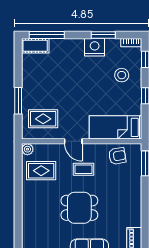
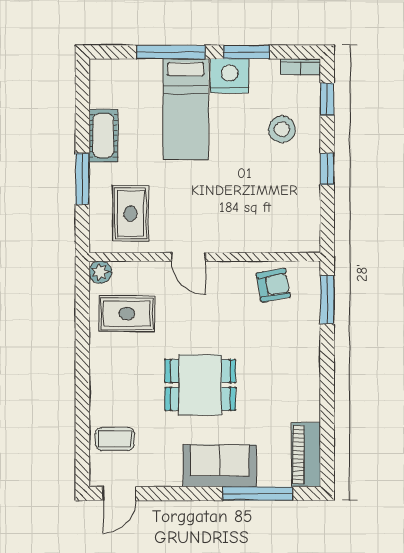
window: (47, 35) -> (171, 52), moved
cot: (35, 46) -> (103, 136), moved, turned 90
rug: (43, 119) -> (130, 213), turned 90
bed: (116, 127) -> (186, 109), moved, turned -90
coffee table: (83, 169) -> (115, 439), moved

